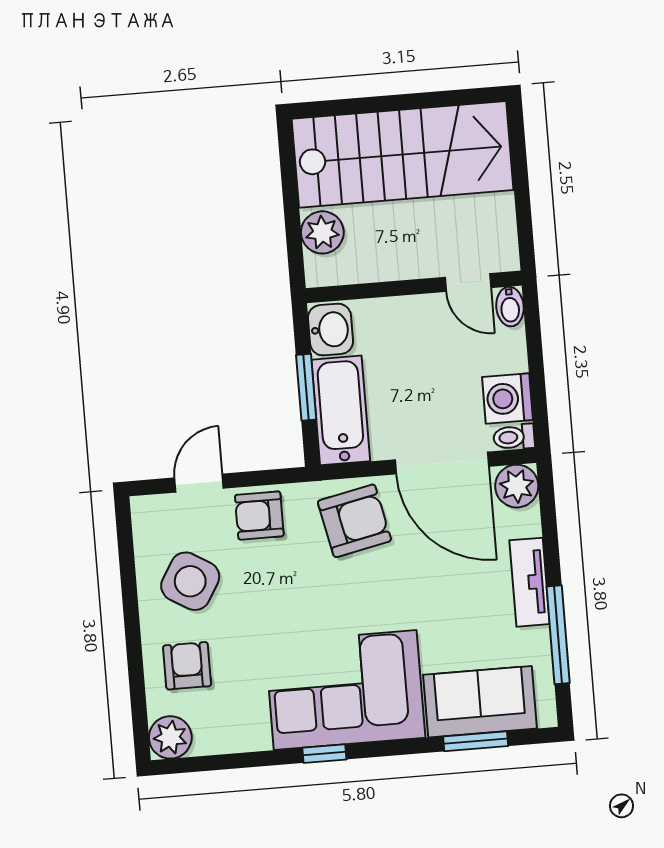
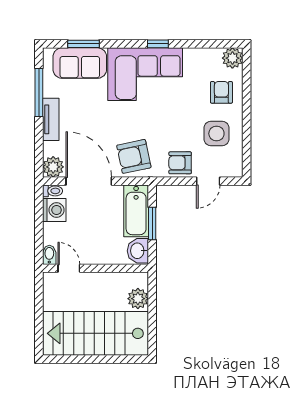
armchair: (259, 516) -> (180, 163), turned 180
side table: (190, 581) -> (216, 134), turned -31
armchair: (187, 666) -> (221, 92), turned 180

